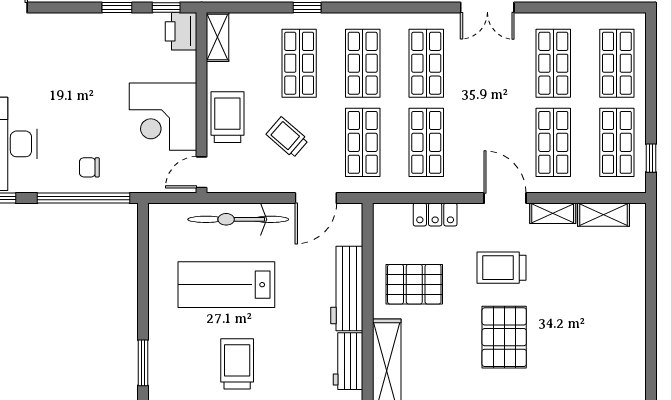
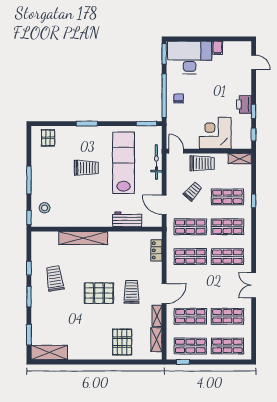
printer: (181, 31) -> (244, 104), moved, turned -90
corner desk: (163, 117) -> (215, 133), moved
locker: (435, 215) -> (156, 250), moved
bicycle: (238, 219) -> (156, 162), width x0.73, depth x0.71
window: (143, 236) -> (146, 124), added
pallet: (414, 284) -> (122, 342), moved
lab bench: (226, 285) -> (124, 163), width x1.36
workbench: (347, 288) -> (127, 219), width x0.73
workbench: (348, 361) -> (88, 220), removed

